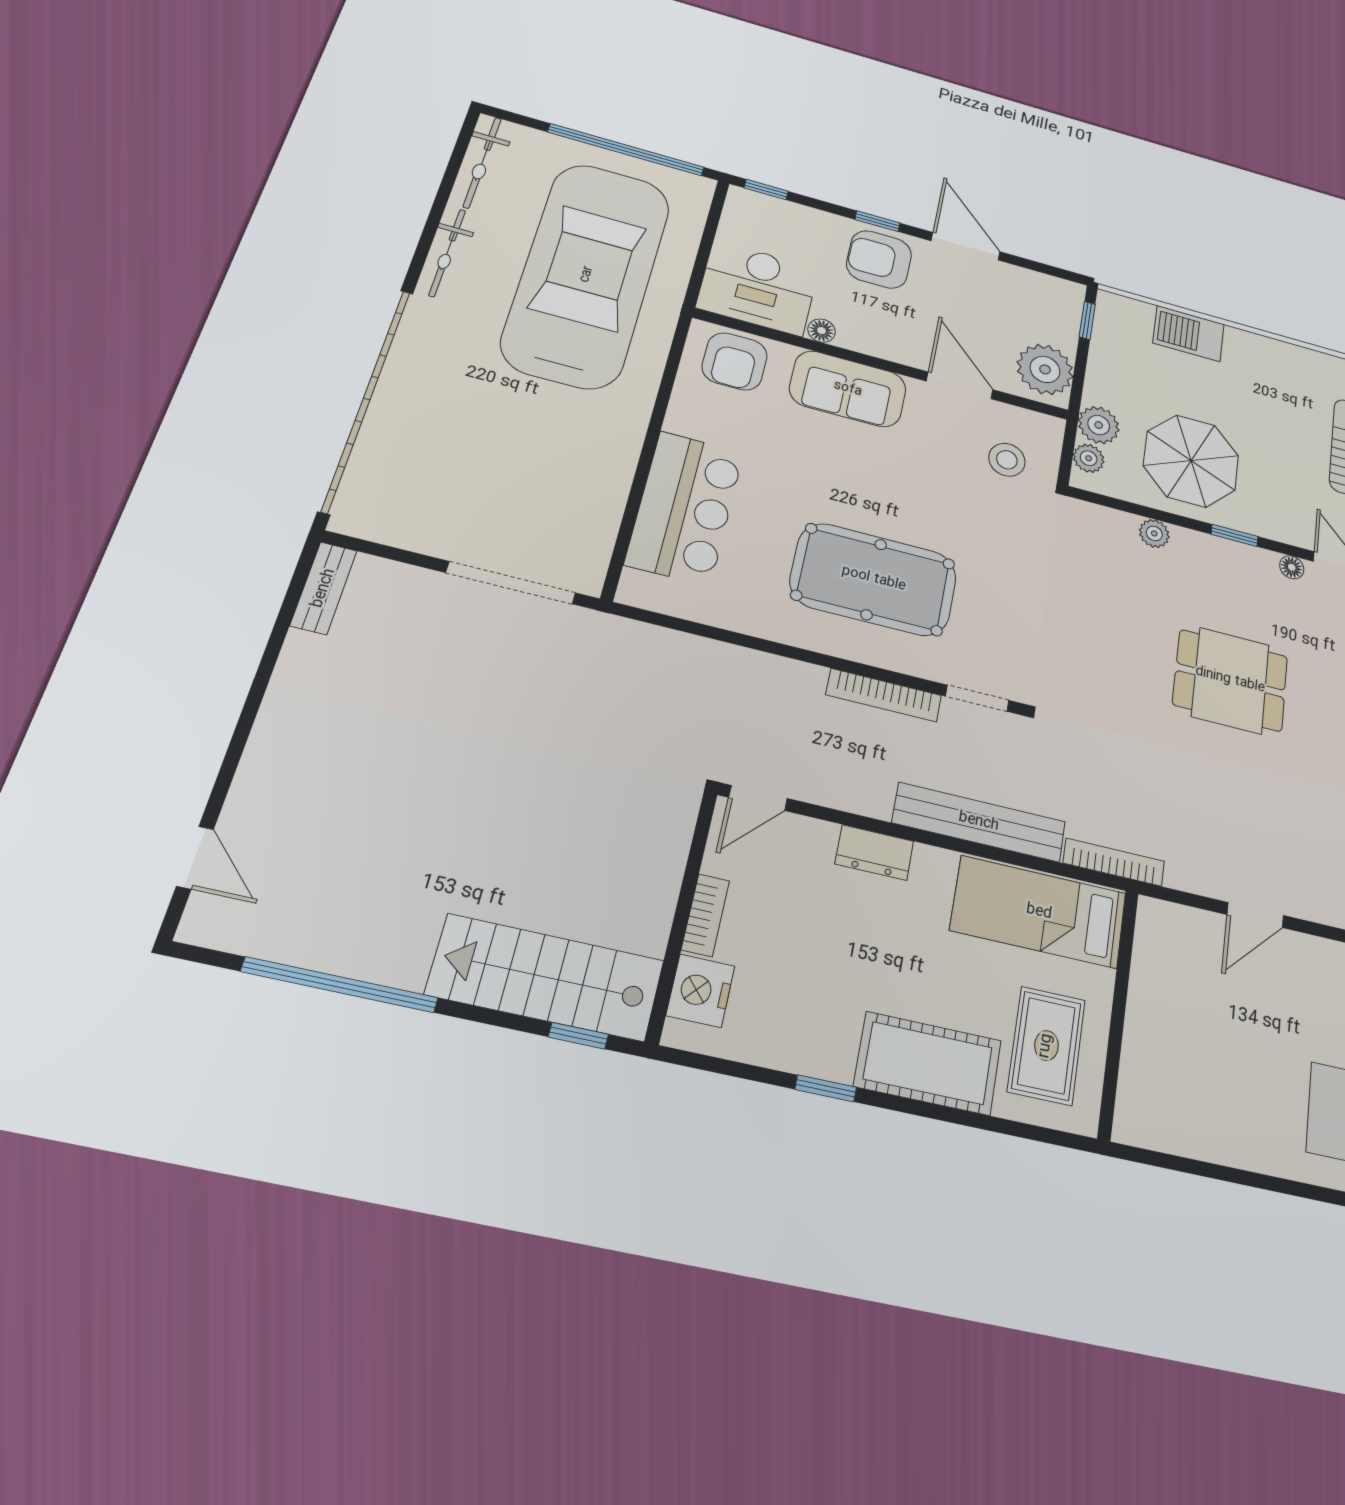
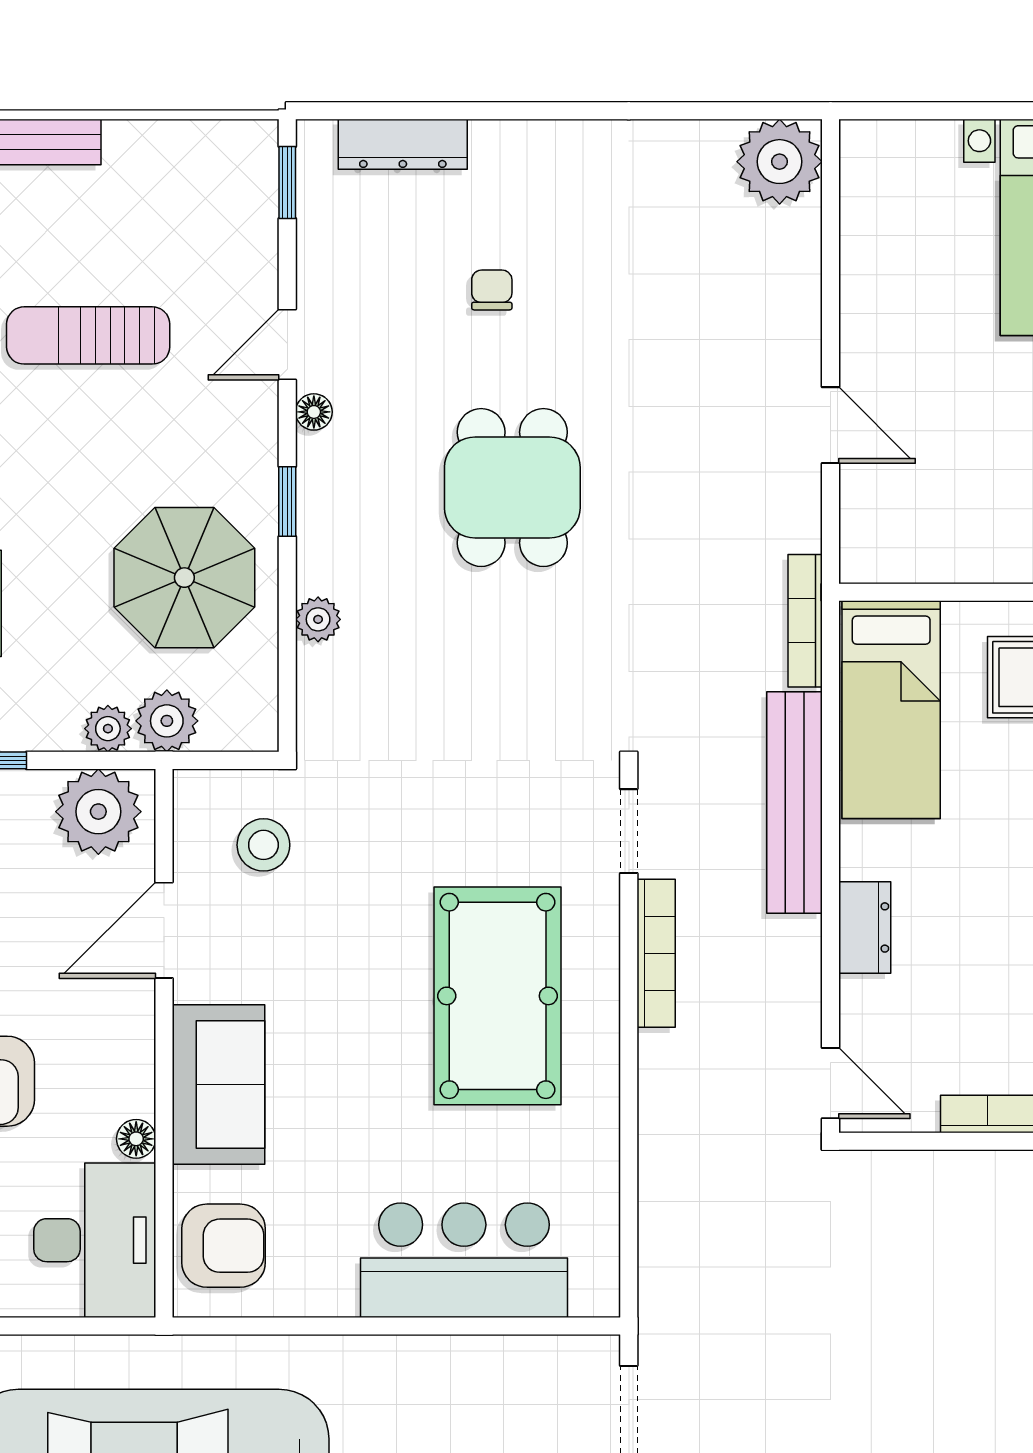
plant: (1089, 458) -> (108, 729), moved

